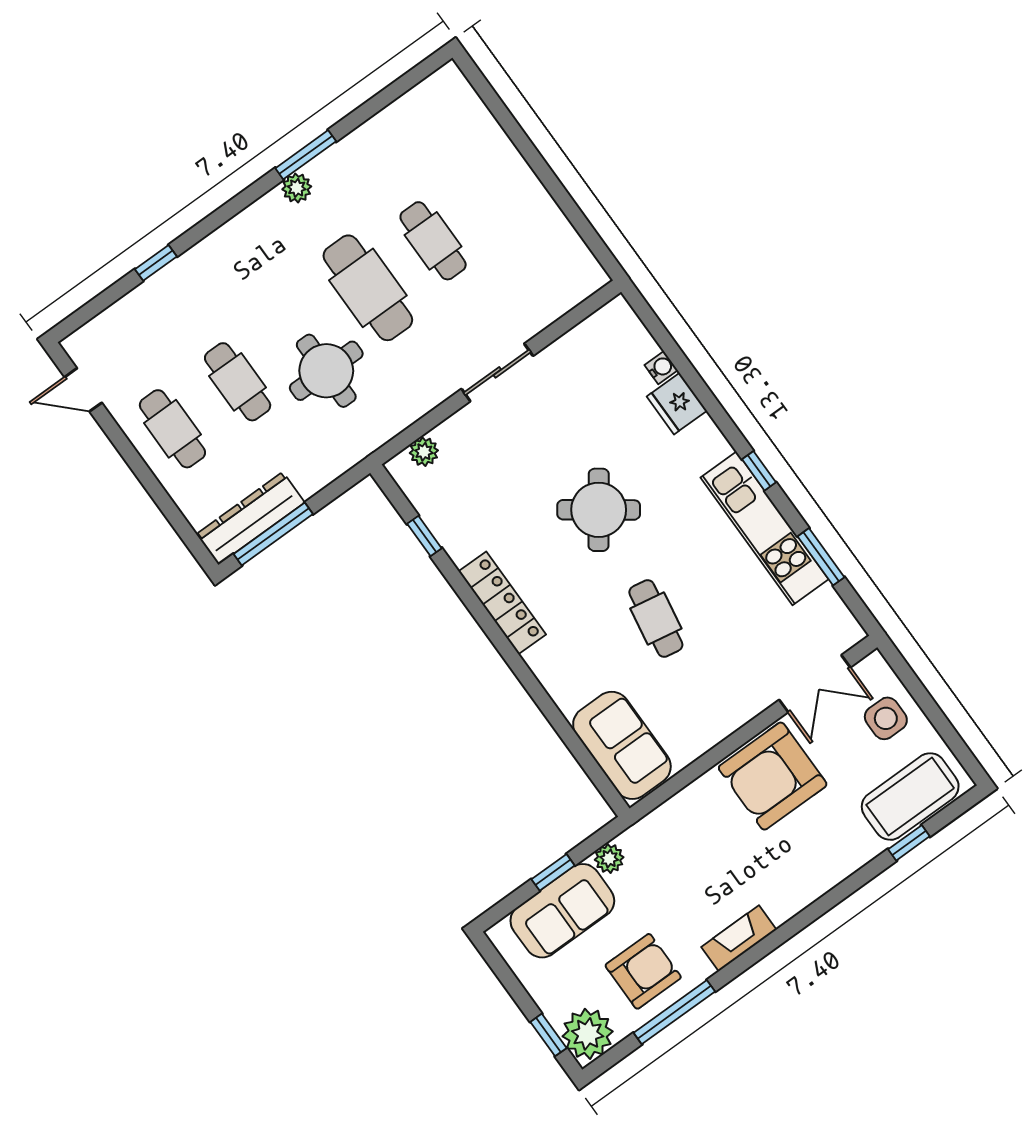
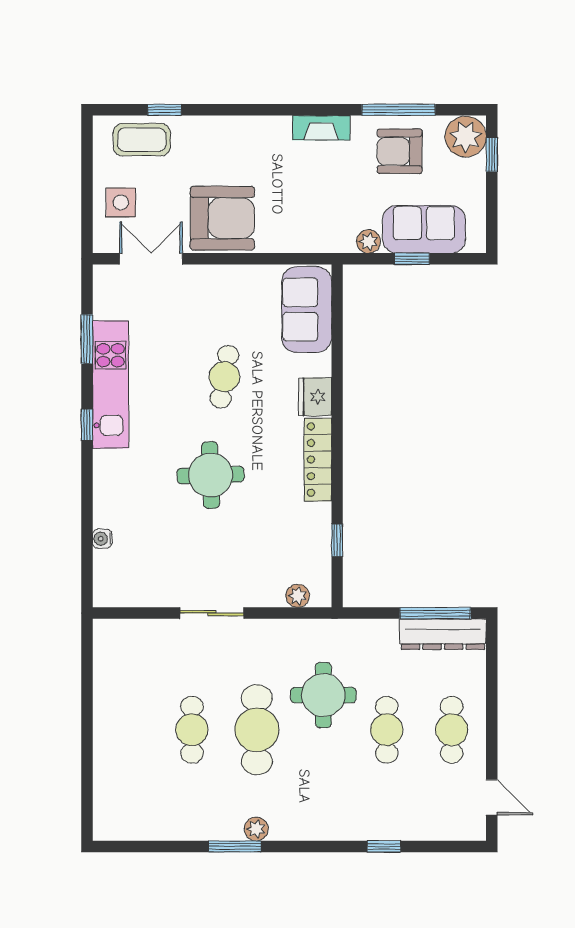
fridge: (677, 404) -> (315, 397), moved, turned 180
round table: (599, 510) -> (211, 475), turned -38
coffee table: (910, 797) -> (142, 140), width x0.73, depth x0.76

